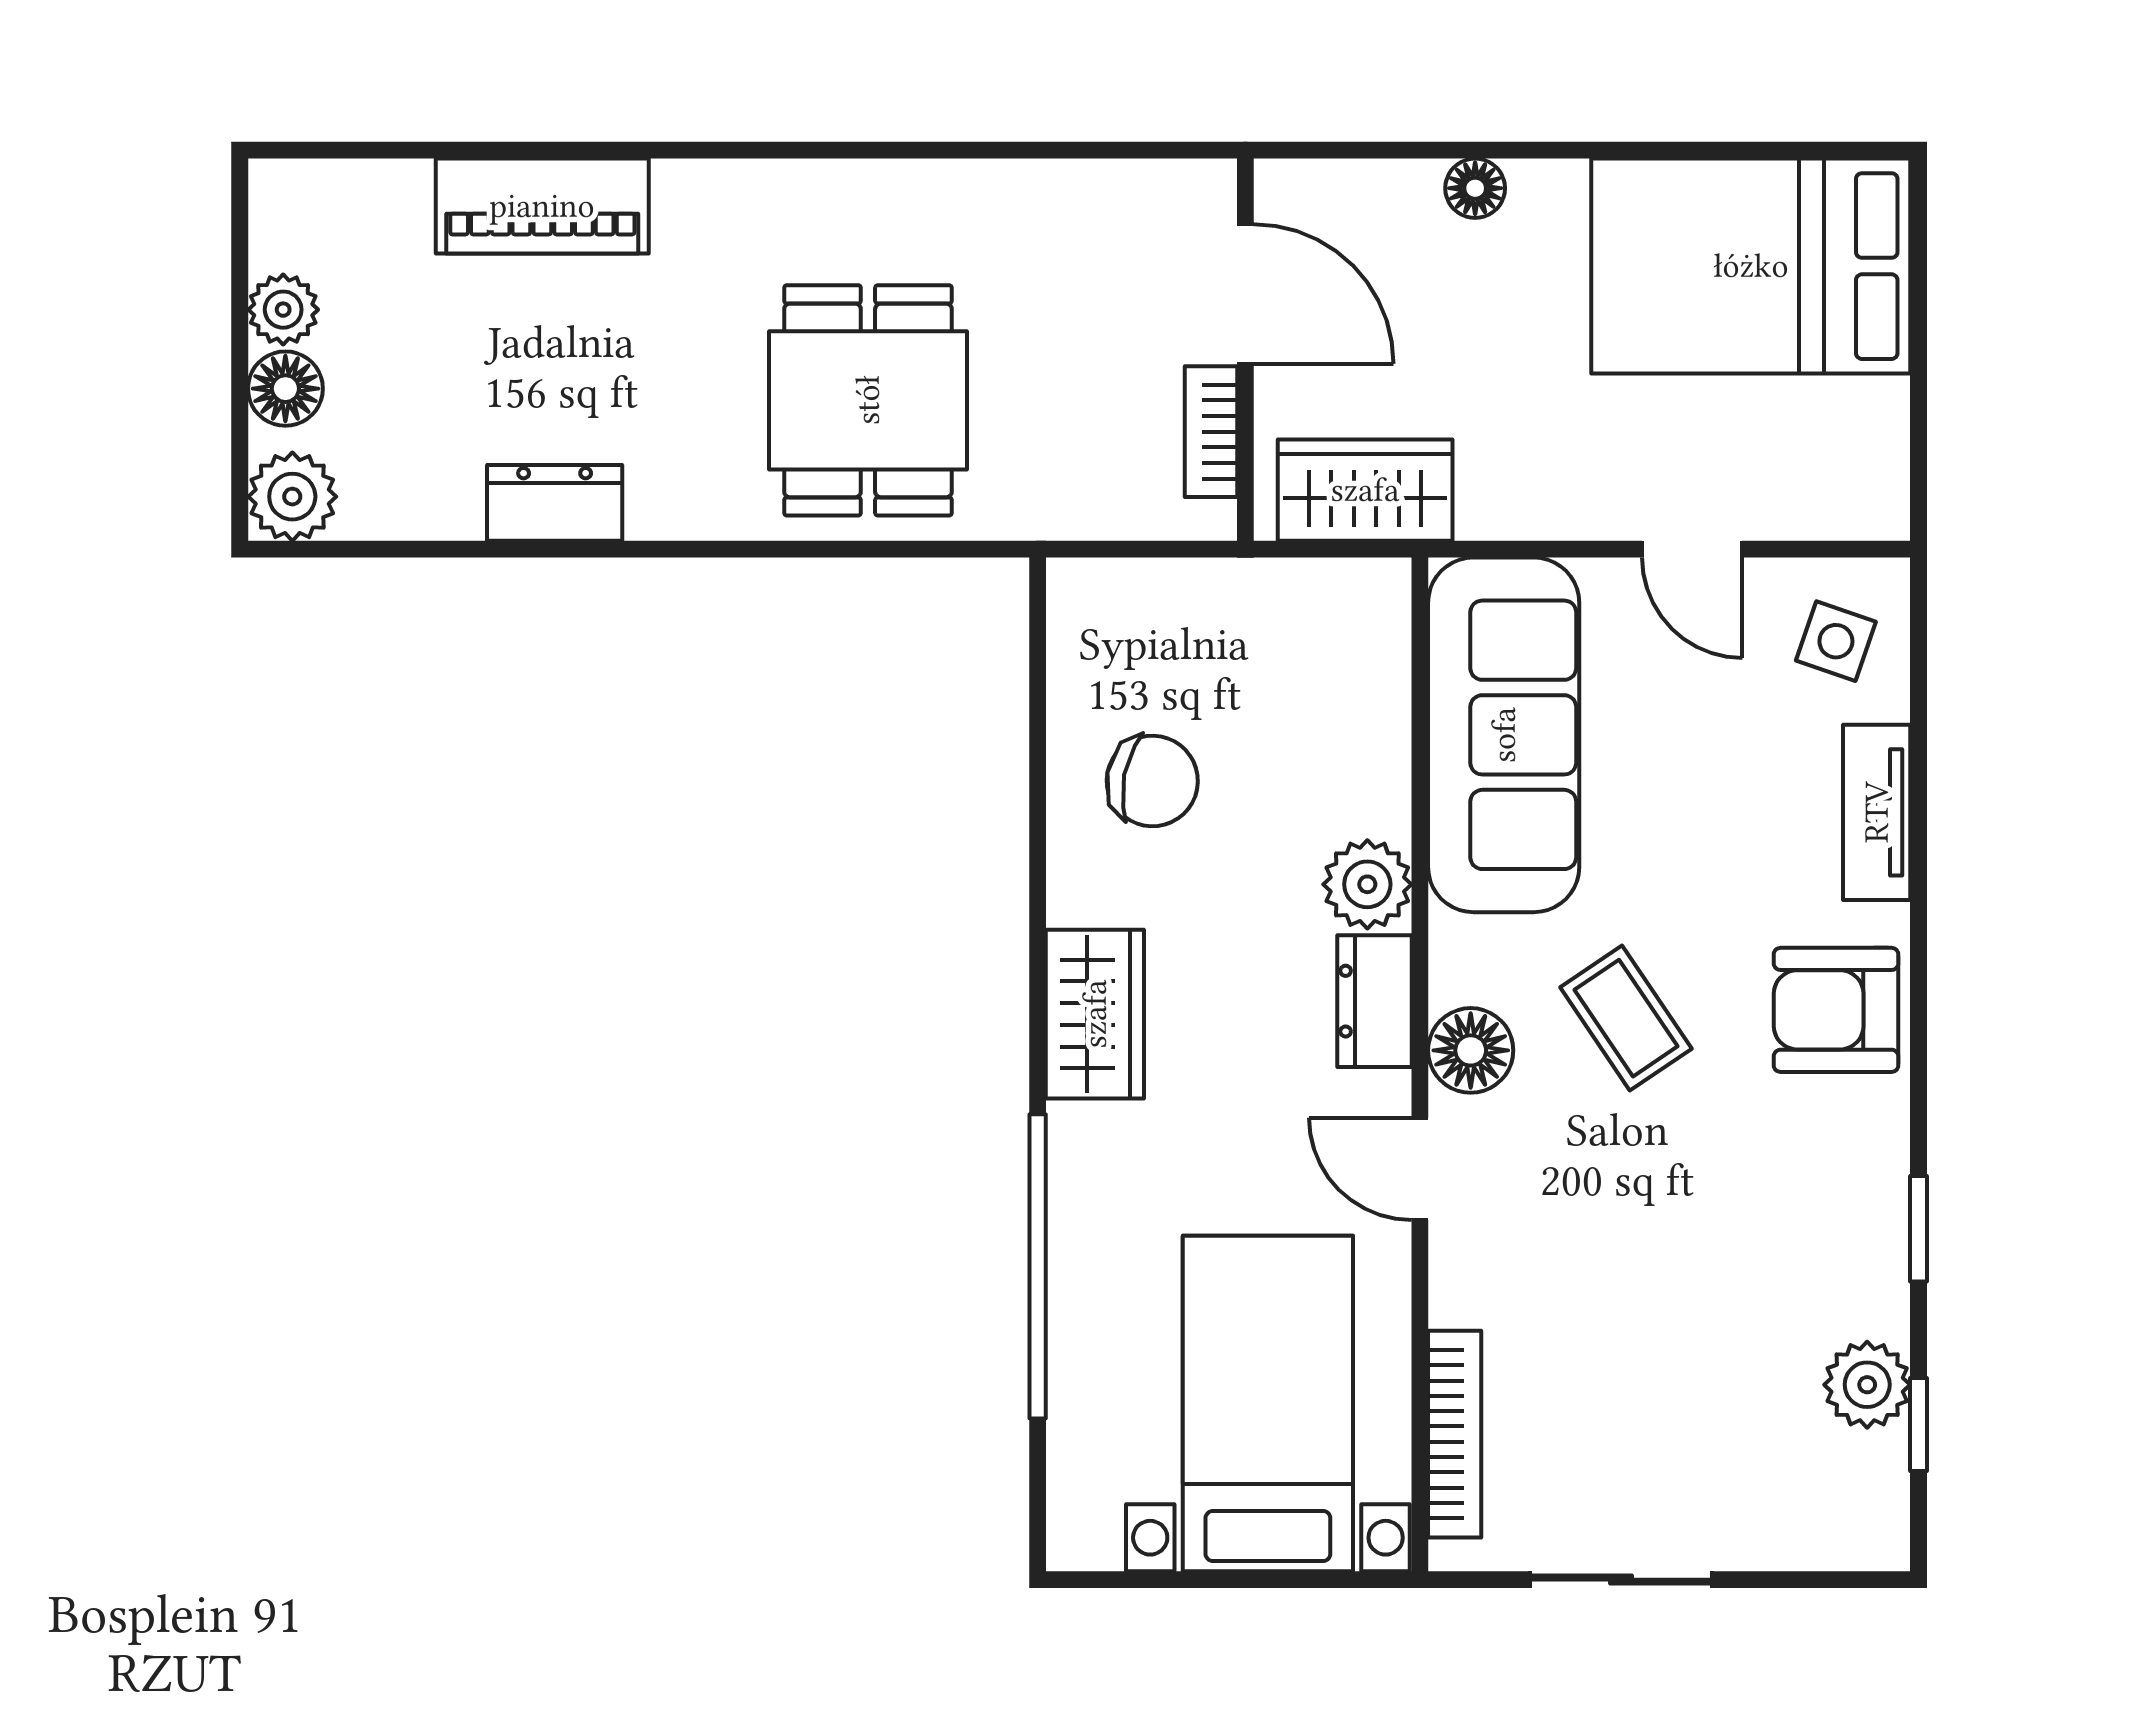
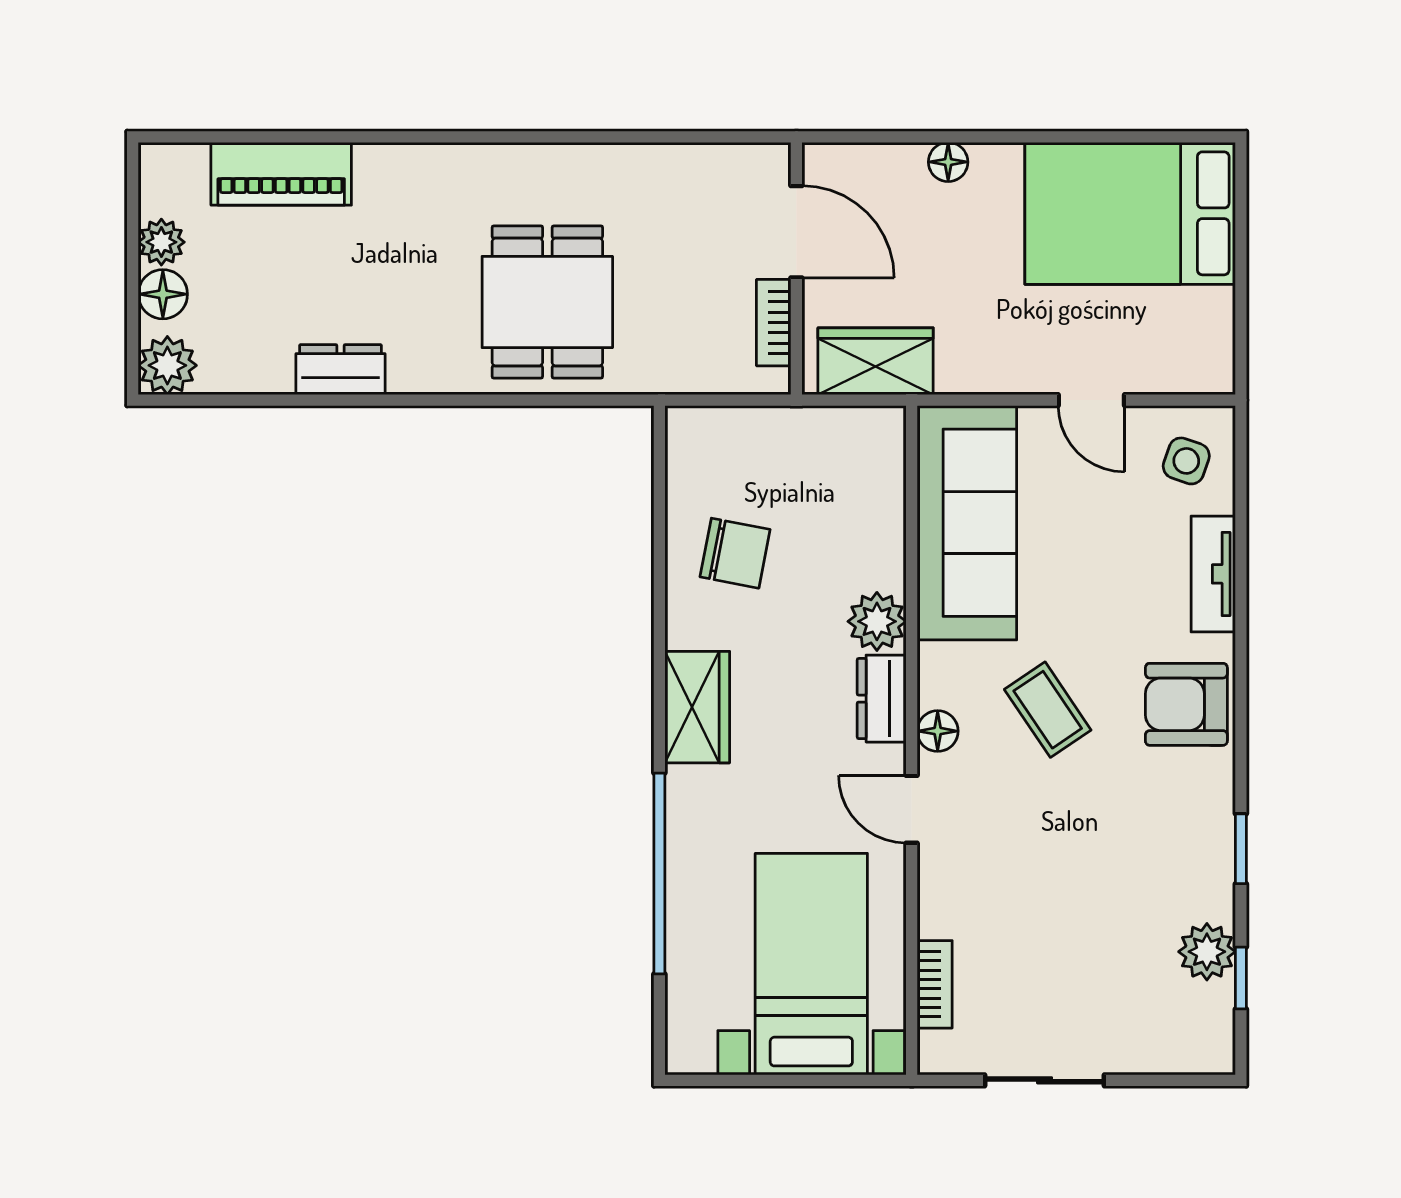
piano: (542, 206) -> (281, 174), moved
floor lamp: (1471, 1050) -> (938, 731), width x0.73, depth x0.73
bookcase: (1455, 1434) -> (935, 984), width x0.64

